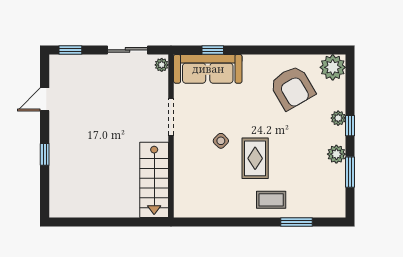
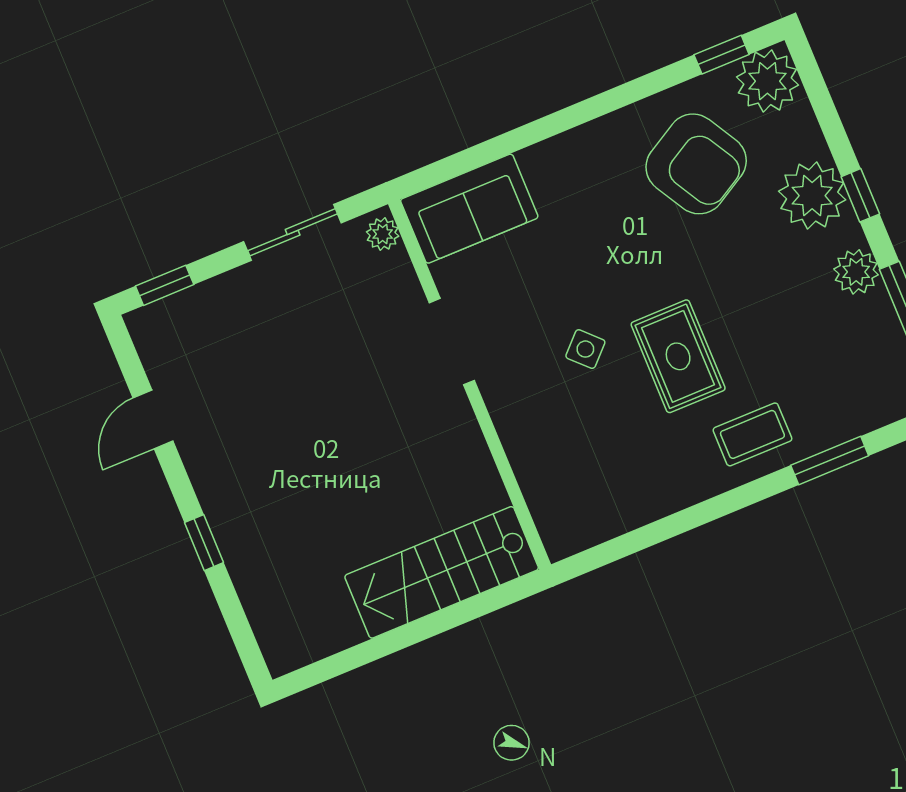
window: (213, 50) -> (722, 55), moved
sofa: (208, 69) -> (469, 209), width x0.73
plant: (338, 118) -> (812, 196), width x1.87, depth x1.87
stairs: (154, 180) -> (442, 572), moved, turned 90

